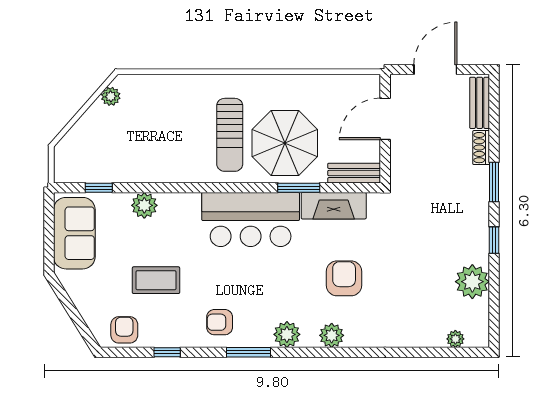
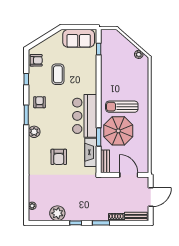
door: (435, 69) -> (151, 197), hinge flipped
plant: (144, 205) -> (91, 69), removed
armchair: (344, 278) -> (59, 157), turned 90
plant: (332, 335) -> (34, 151), removed

